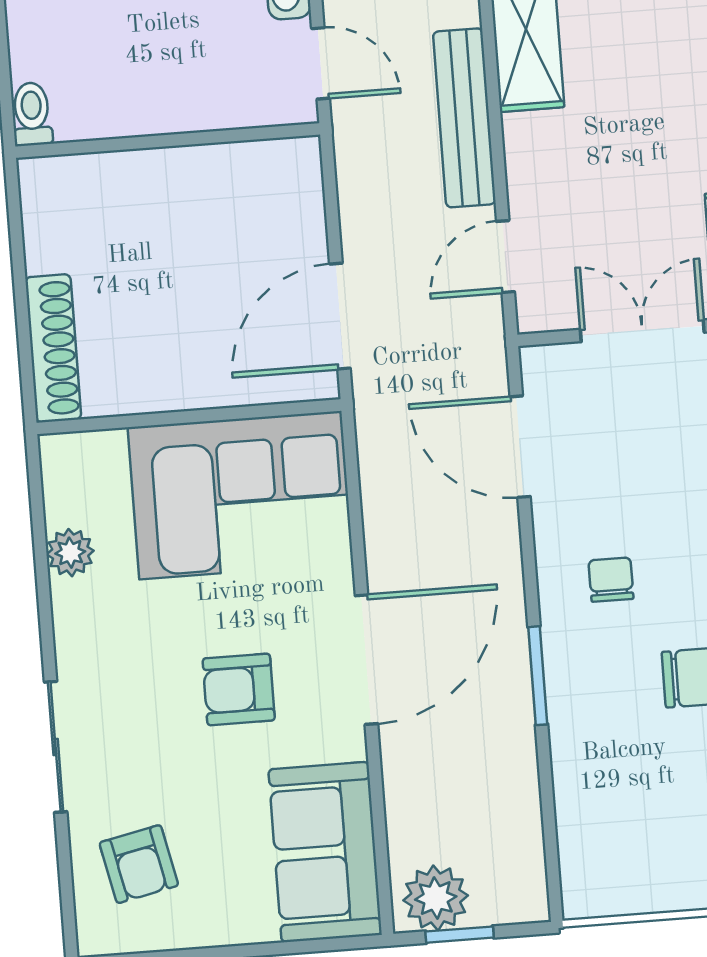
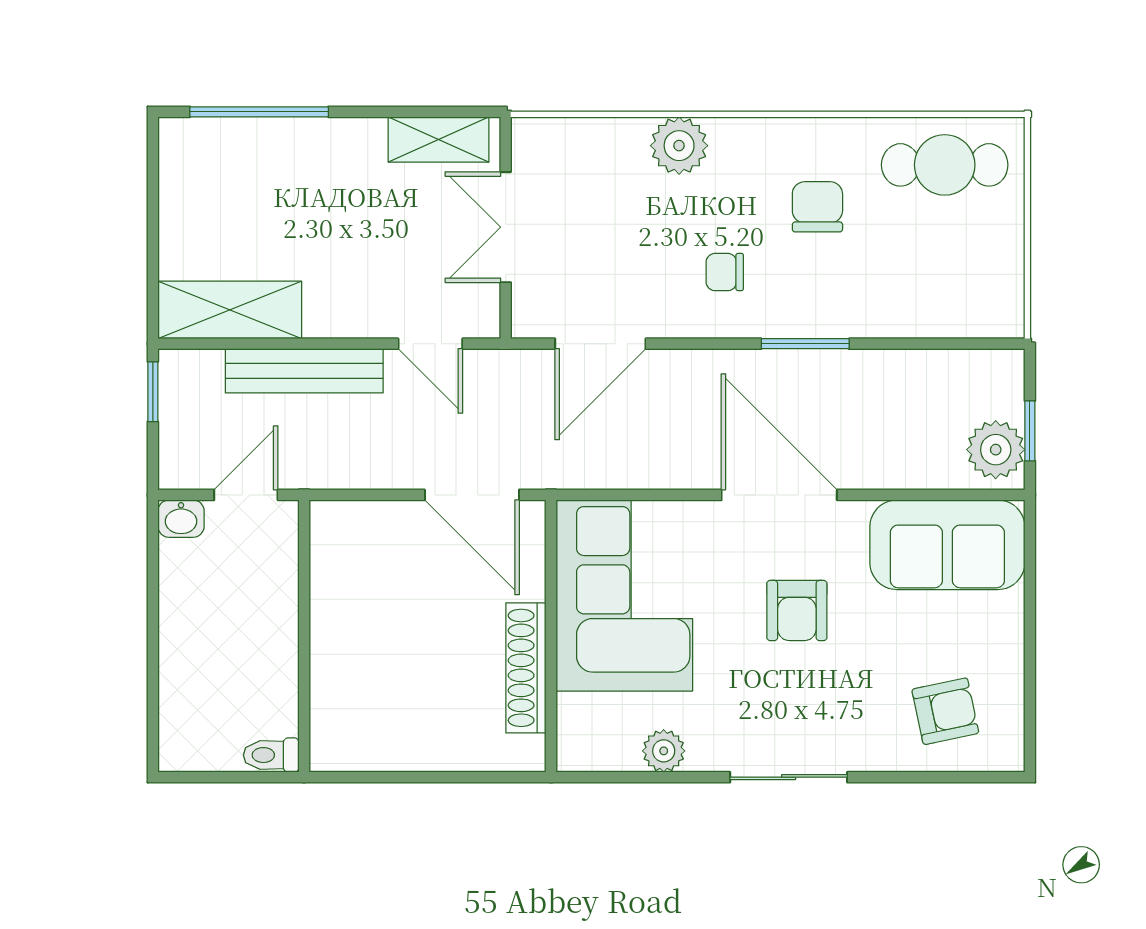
shoe rack: (53, 348) -> (526, 668), moved, turned -90
sliding door: (56, 747) -> (789, 777), moved

